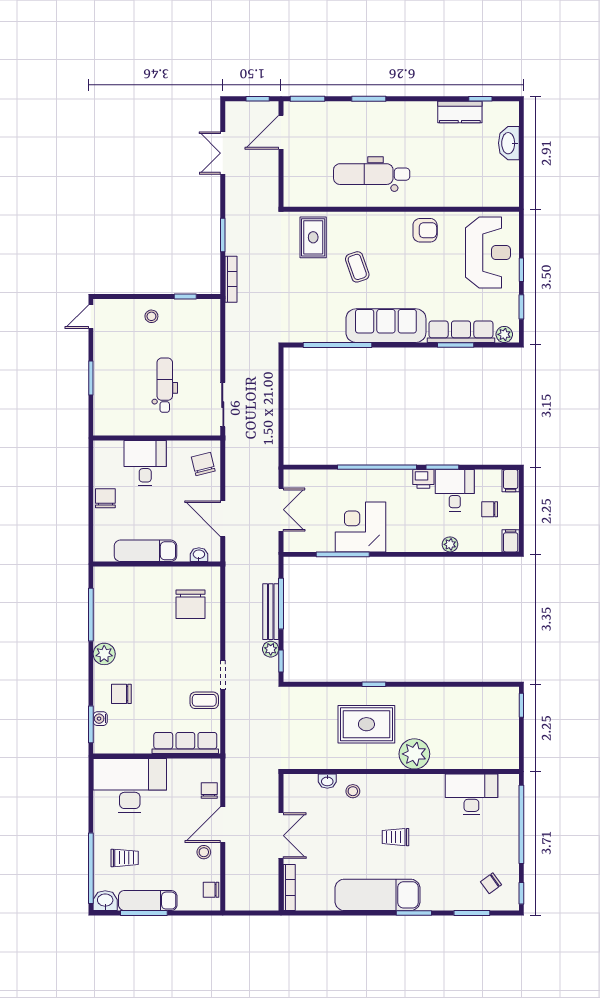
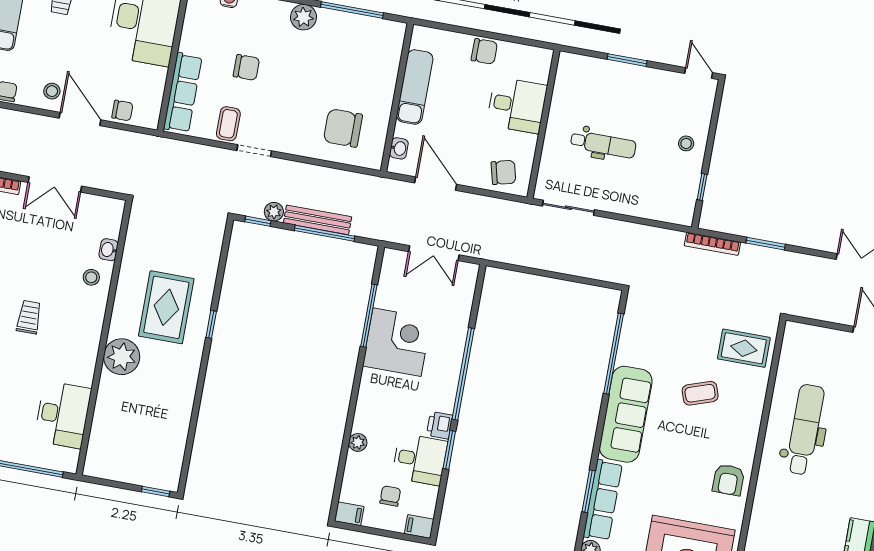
door: (223, 519) -> (436, 184), hinge flipped
chair: (121, 694) -> (246, 67), moved, turned 90

